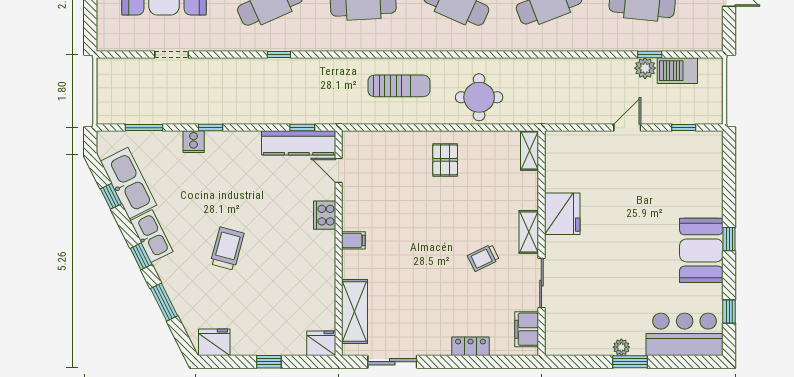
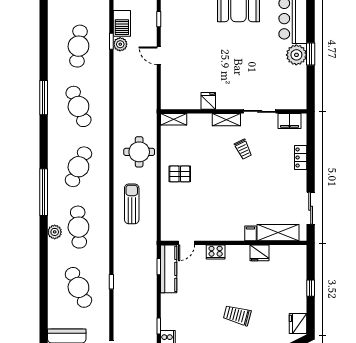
fridge: (562, 214) -> (208, 101), width x0.53, depth x0.75
filing cabinet: (353, 240) -> (250, 233), moved
fridge: (321, 343) -> (260, 253), moved, turned -90
plant: (621, 347) -> (296, 55), width x1.88, depth x1.88

